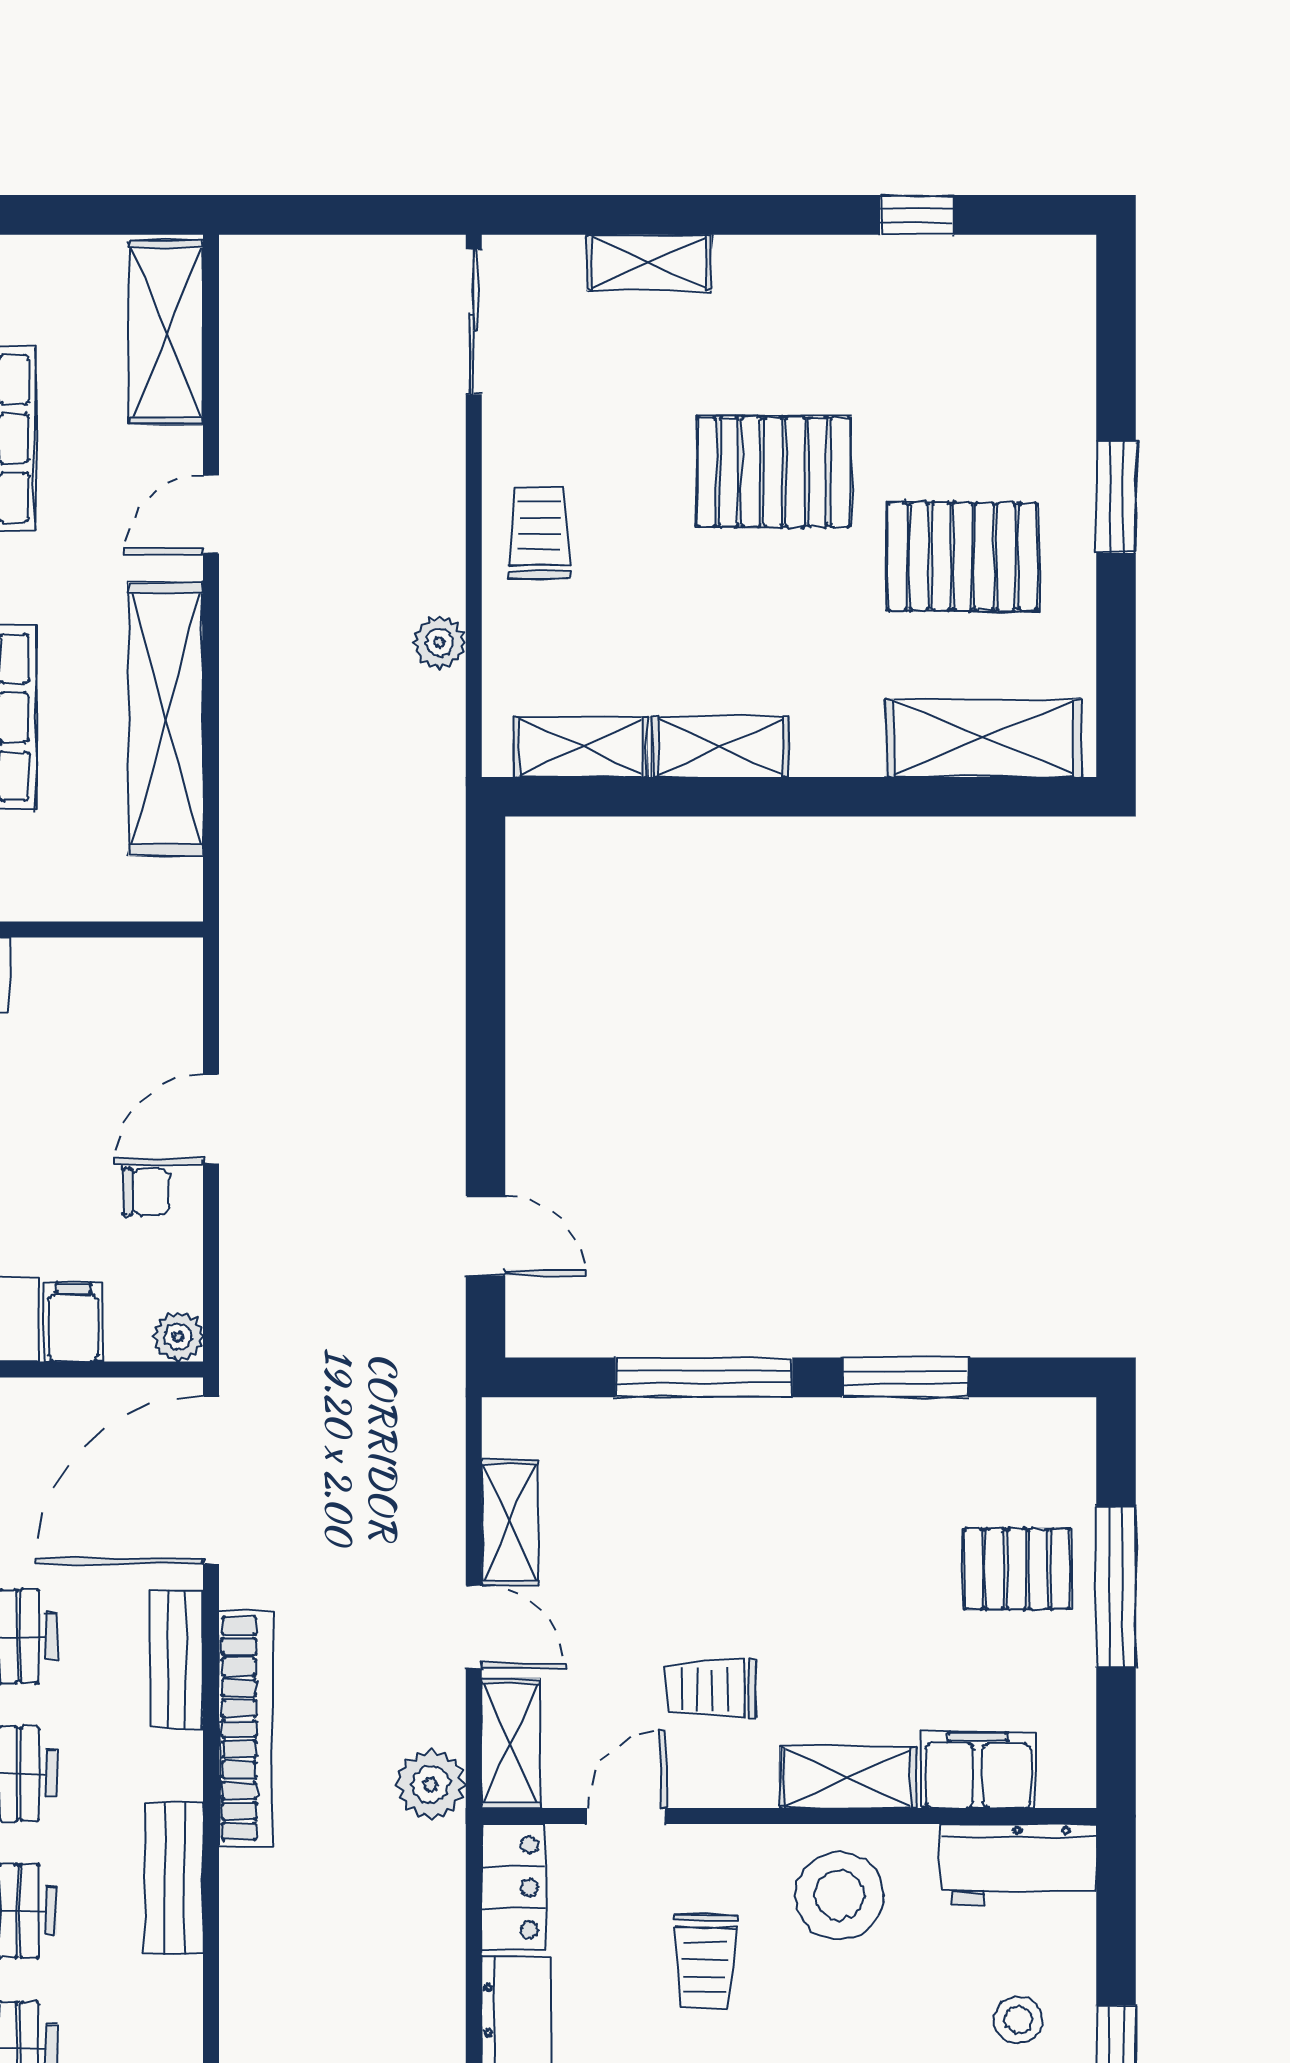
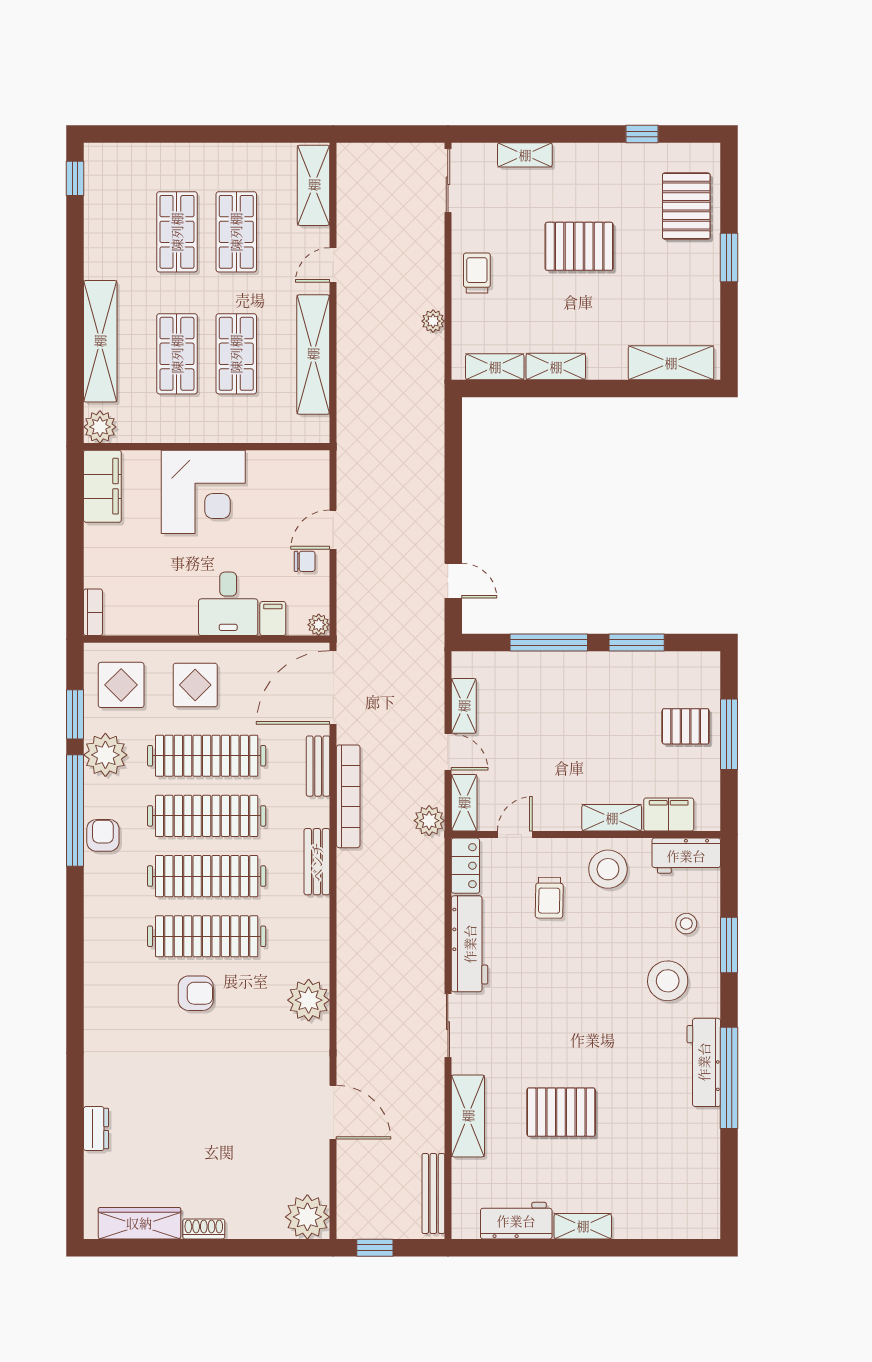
pallet: (962, 557) -> (686, 206), moved, turned 90
trolley: (711, 1689) -> (552, 779), removed

